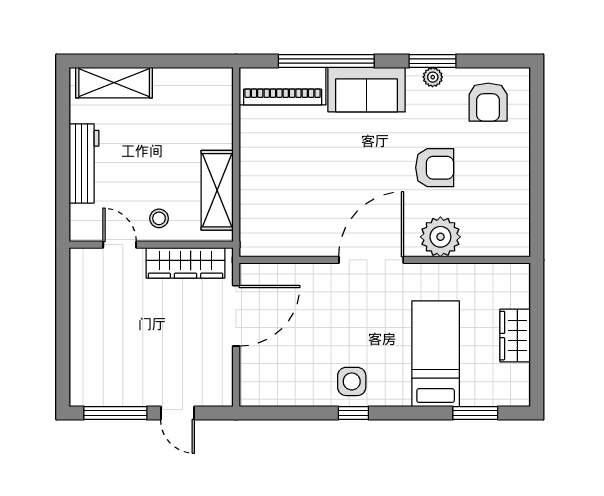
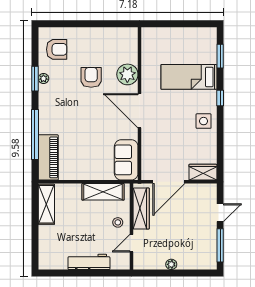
shelving: (114, 83) -> (46, 204), moved
sofa: (367, 90) -> (126, 160), moved, turned 180
door: (236, 316) -> (169, 182), swing flipped
plant: (79, 320) -> (171, 264), added
wardrobe: (515, 336) -> (203, 172), moved, turned 180
window: (353, 413) -> (220, 98), moved

